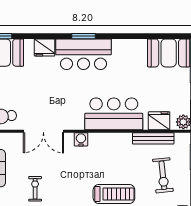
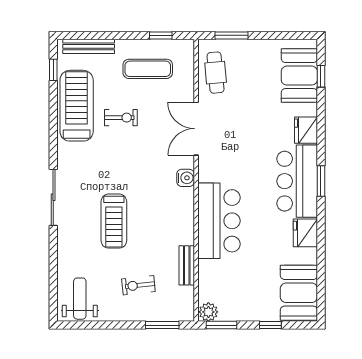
fridge: (159, 121) -> (305, 233), moved, turned 180
bench: (153, 138) -> (187, 265), width x0.73
exercise bike: (163, 175) -> (138, 285), width x0.73, depth x0.72

